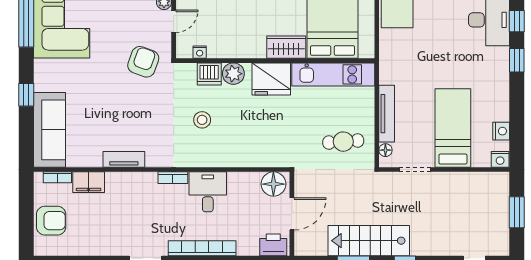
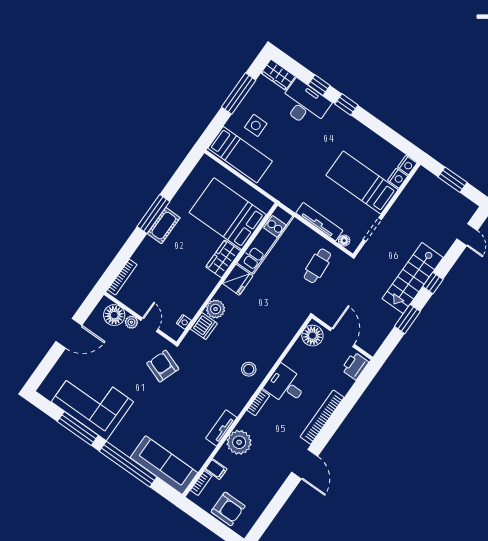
fridge: (271, 79) -> (238, 280), width x0.73, depth x0.75
window: (26, 95) -> (128, 464), width x3.17
stool: (202, 120) -> (249, 369), moved
nightstand: (501, 131) -> (398, 178), moved, turned 90
filing cabinet: (89, 182) -> (216, 469), width x0.50
plant: (122, 186) -> (239, 442), added
armchair: (51, 221) -> (228, 509), turned 90
stairs: (369, 241) -> (413, 278), moved

